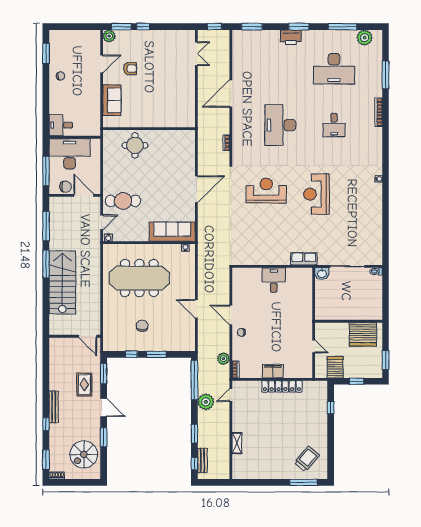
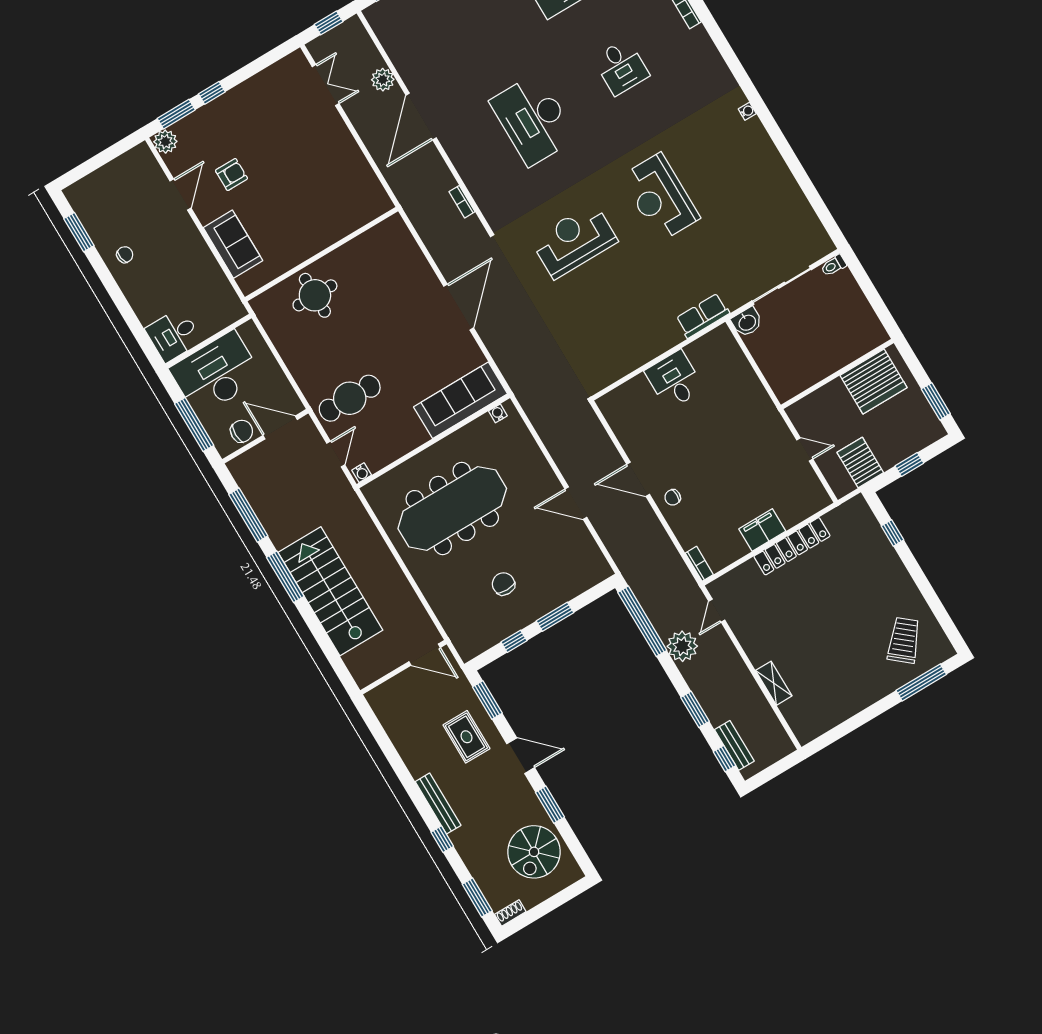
plant: (223, 359) -> (383, 80), moved

